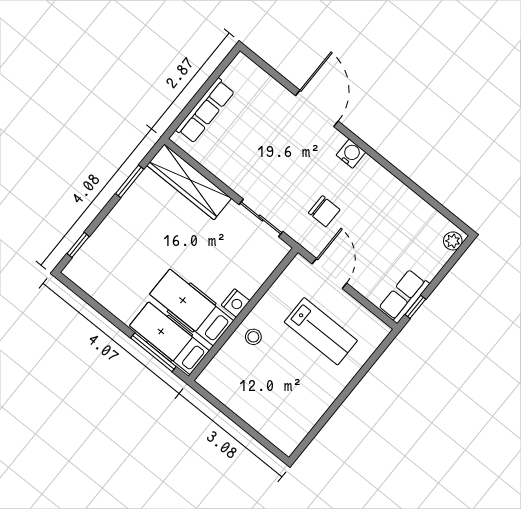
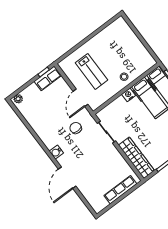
lab bench: (321, 331) -> (91, 71), turned 180

